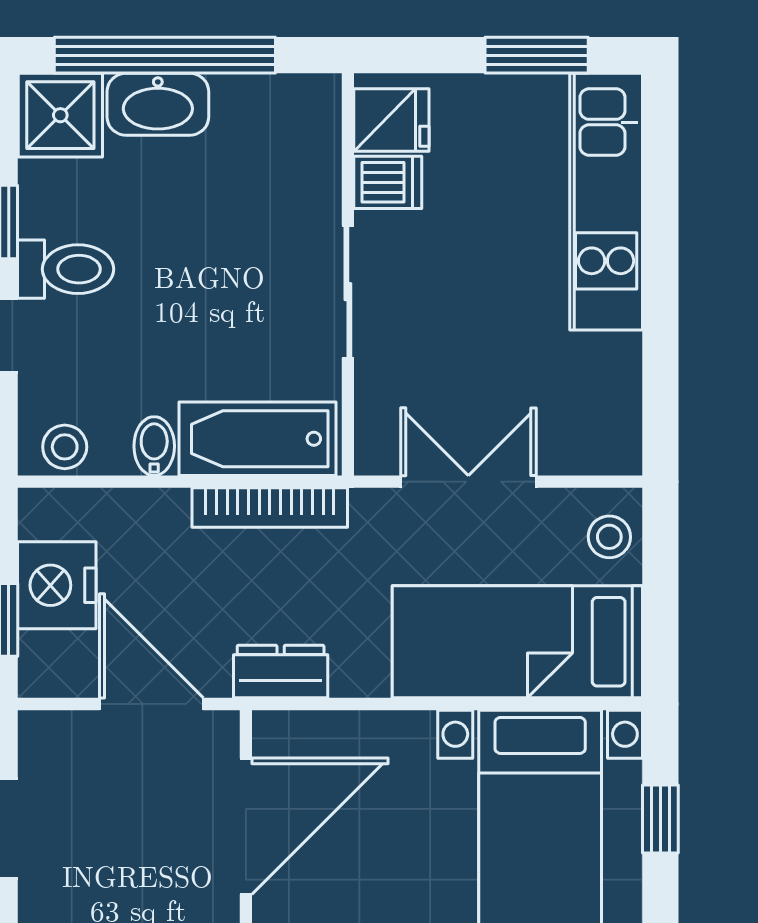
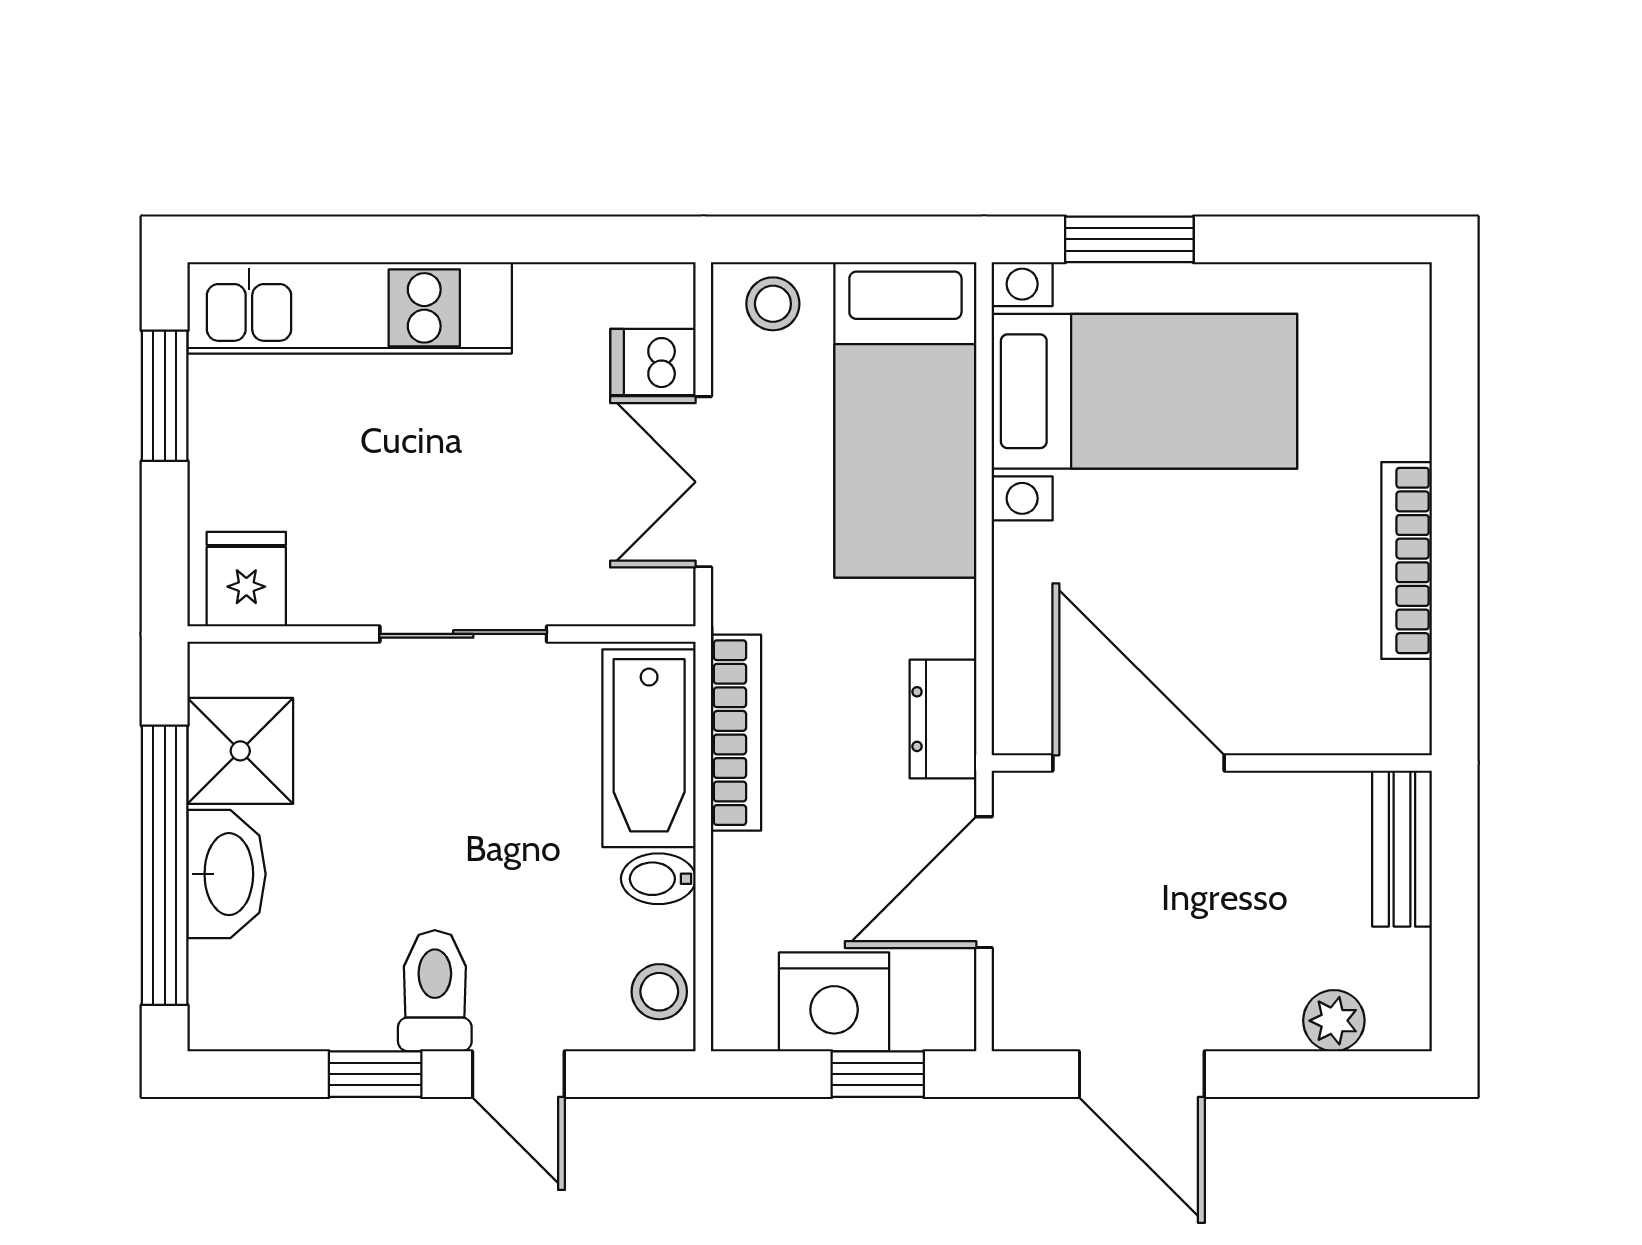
shower: (60, 115) -> (240, 751), moved
dishwasher: (388, 182) -> (653, 362), moved, turned -90
window: (660, 819) -> (1129, 239), width x1.50

